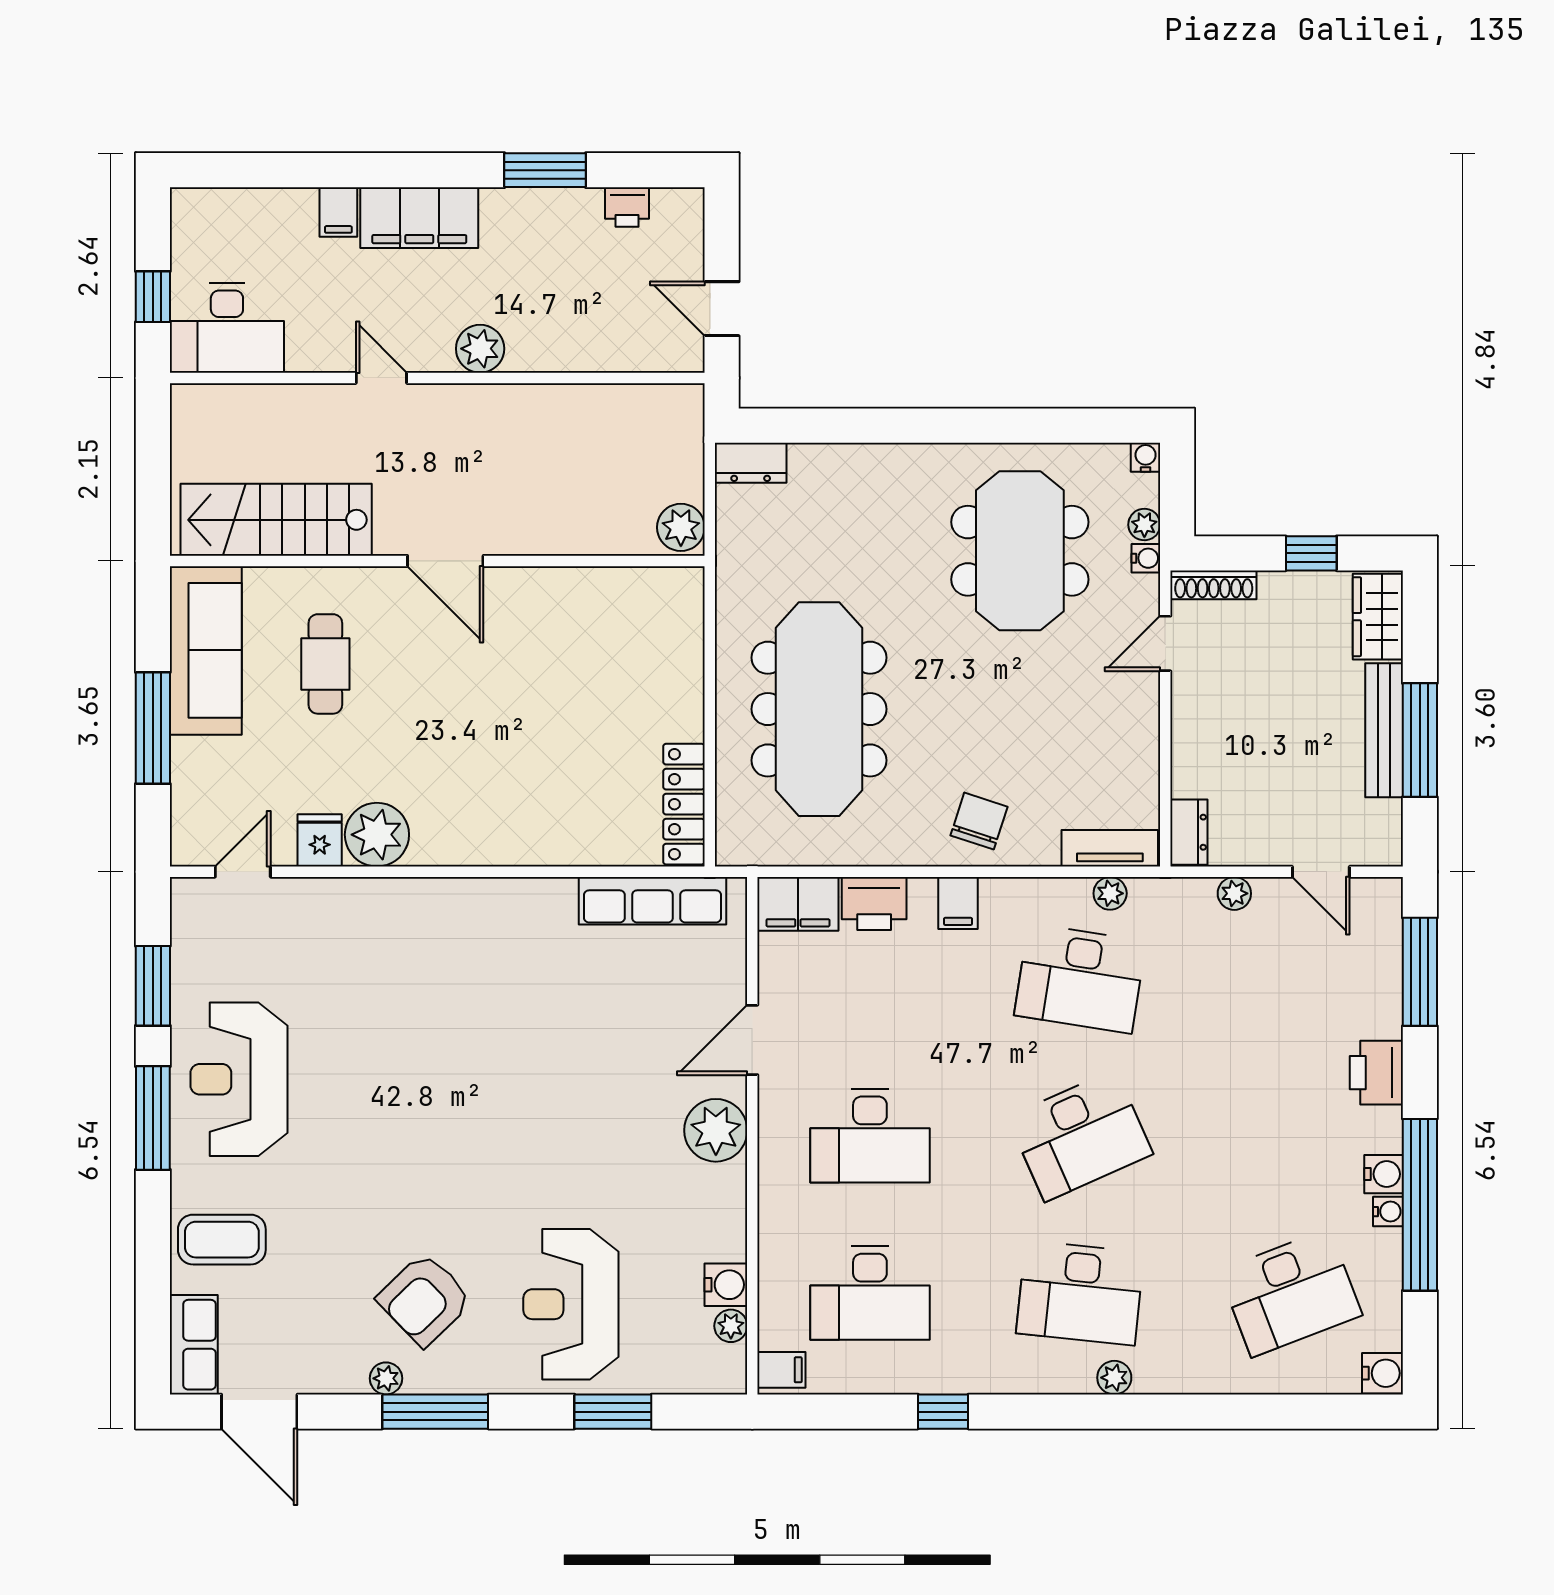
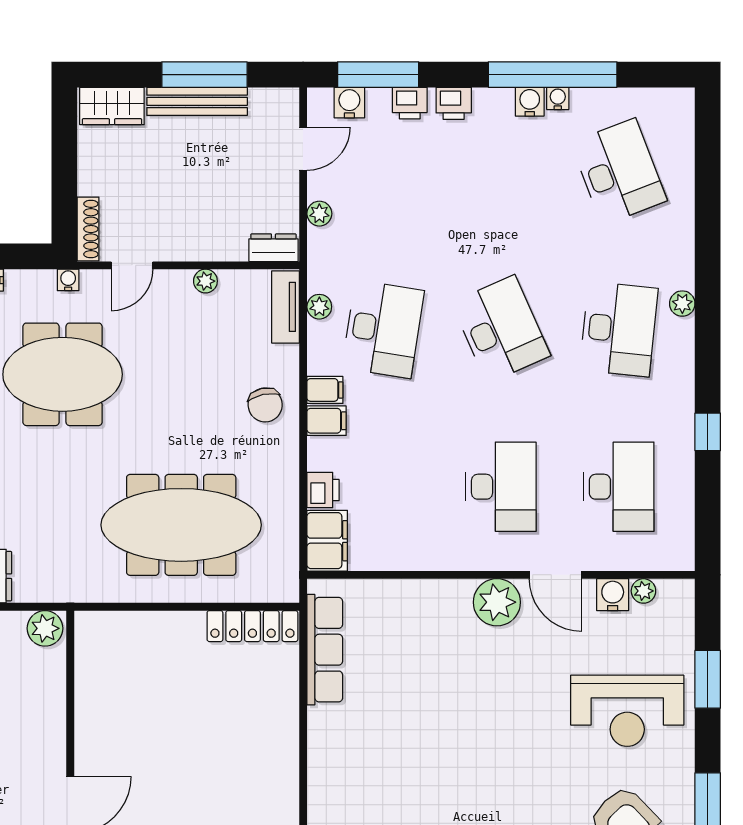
plant: (1144, 525) -> (205, 281), moved
window: (1311, 553) -> (64, 156), removed
door: (1165, 643) -> (132, 265), hinge flipped
chair: (979, 821) -> (265, 405), turned -120
printer: (874, 903) -> (323, 490), width x0.73, depth x0.81
printer: (1382, 1014) -> (410, 103), added
door: (752, 1040) -> (556, 575), moved
printer: (1376, 1073) -> (454, 103), width x0.73, depth x0.81
filing cabinet: (781, 1370) -> (325, 390), moved, turned 90
water cooler: (1382, 1373) -> (349, 103), moved

